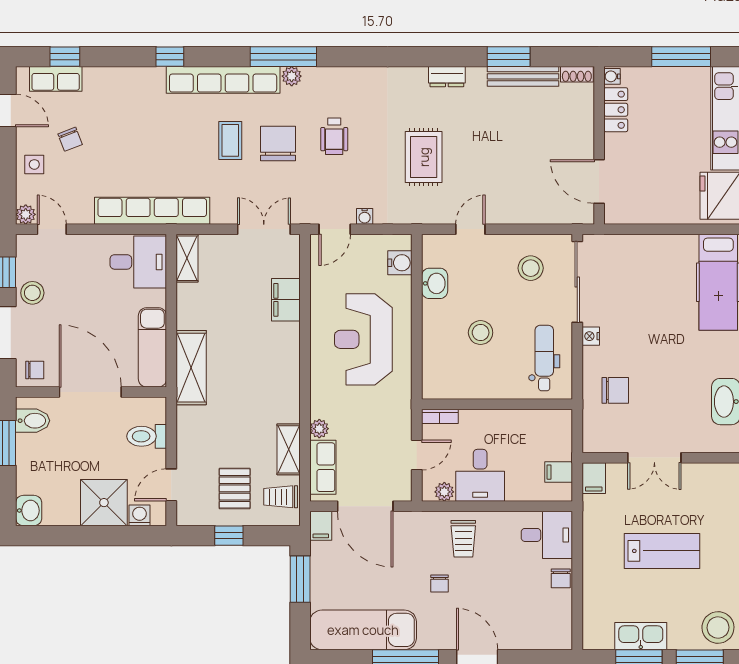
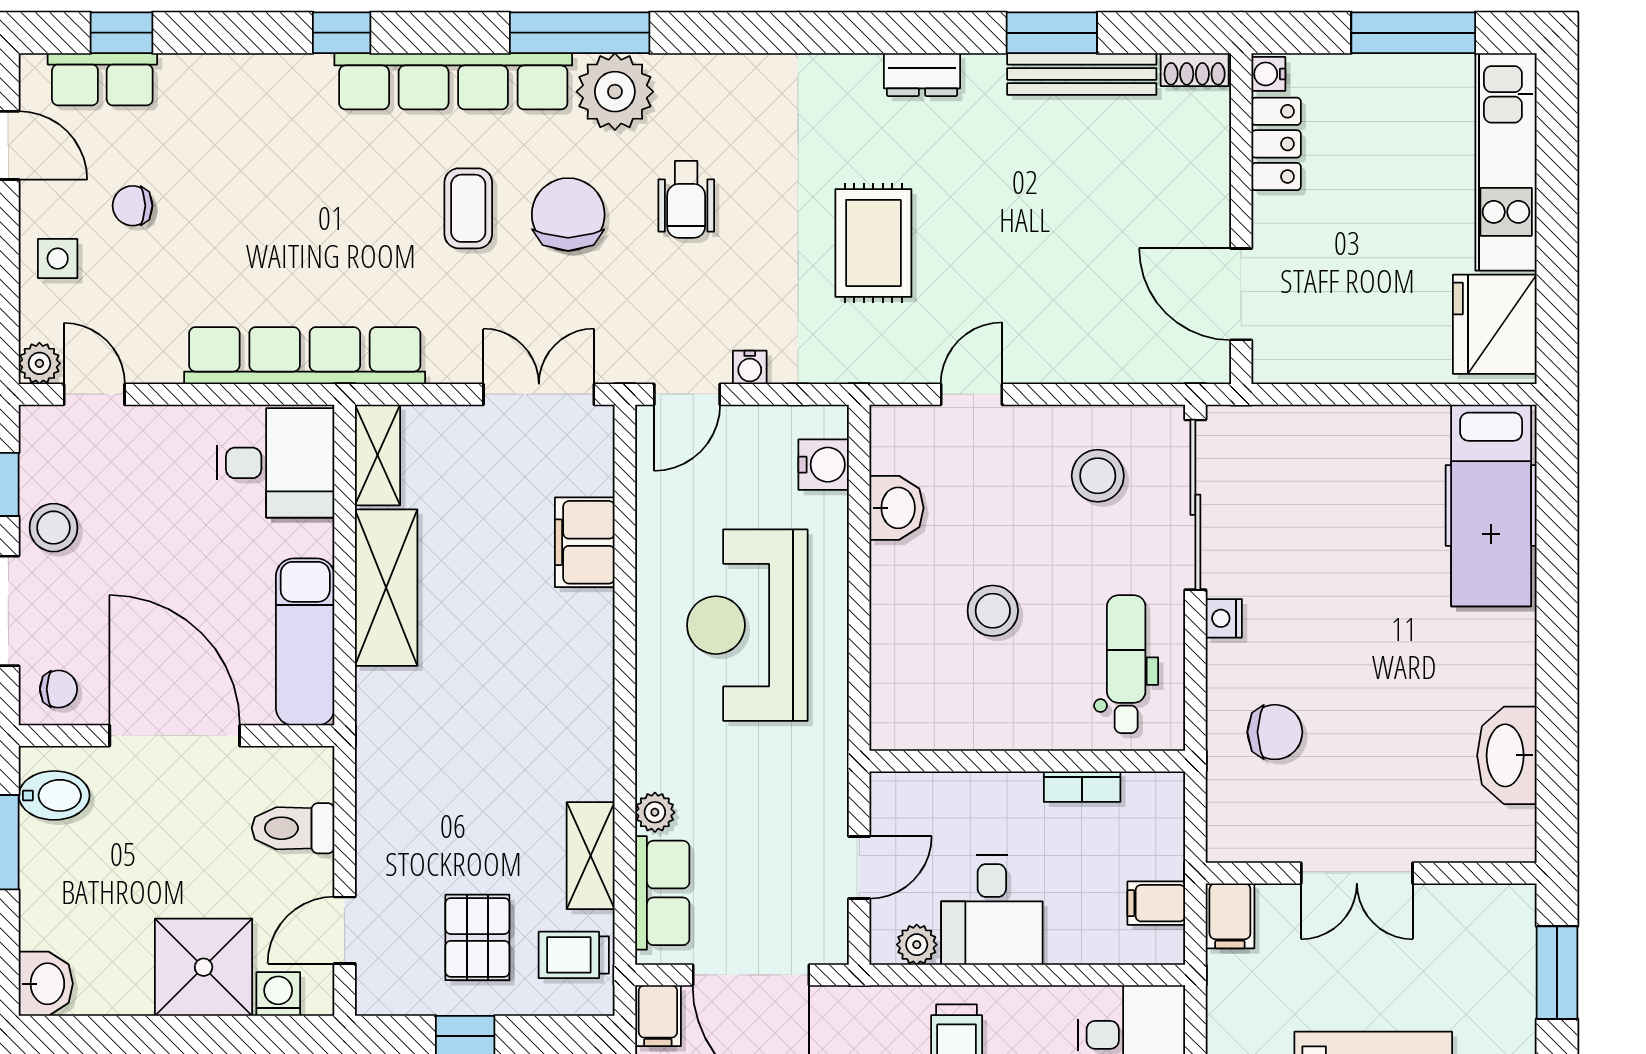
plant: (292, 76) -> (615, 92), width x1.88, depth x1.88
chair: (70, 139) -> (133, 206), turned 111
shelving: (191, 368) -> (386, 588), moved
bookcase: (440, 416) -> (1082, 787), moved

